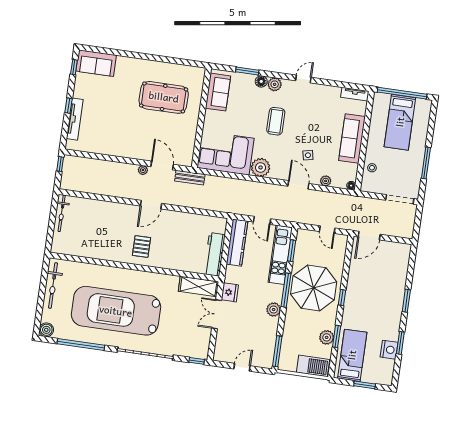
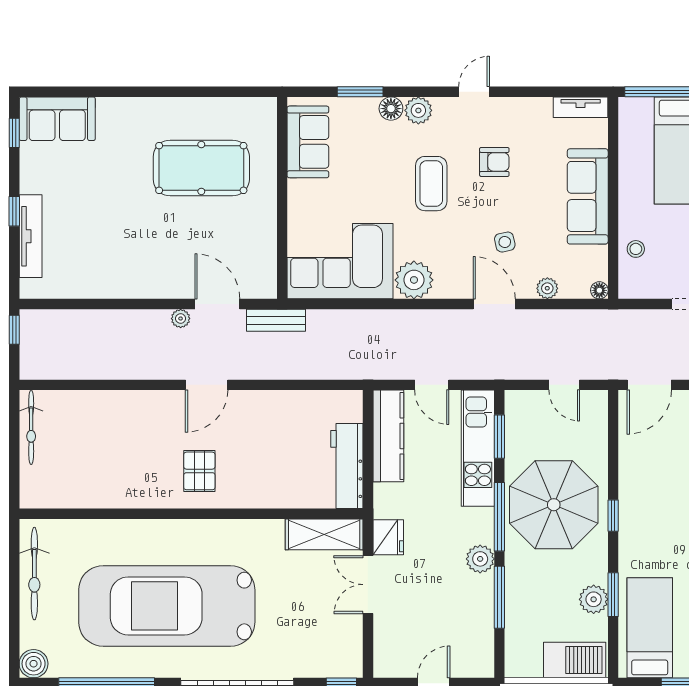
armchair: (308, 115) -> (494, 162), added
window: (277, 351) -> (499, 597), moved

